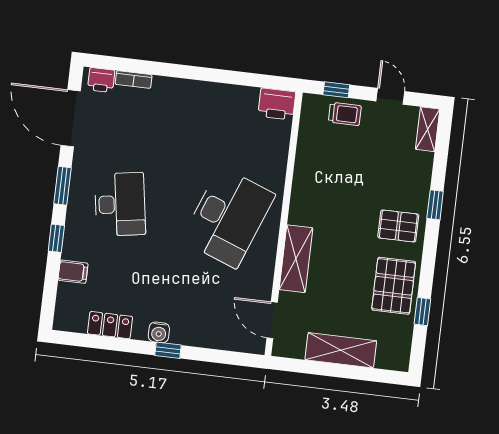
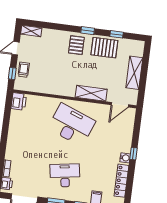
window: (435, 205) -> (88, 31), moved
locker: (110, 325) -> (121, 181), width x1.53

